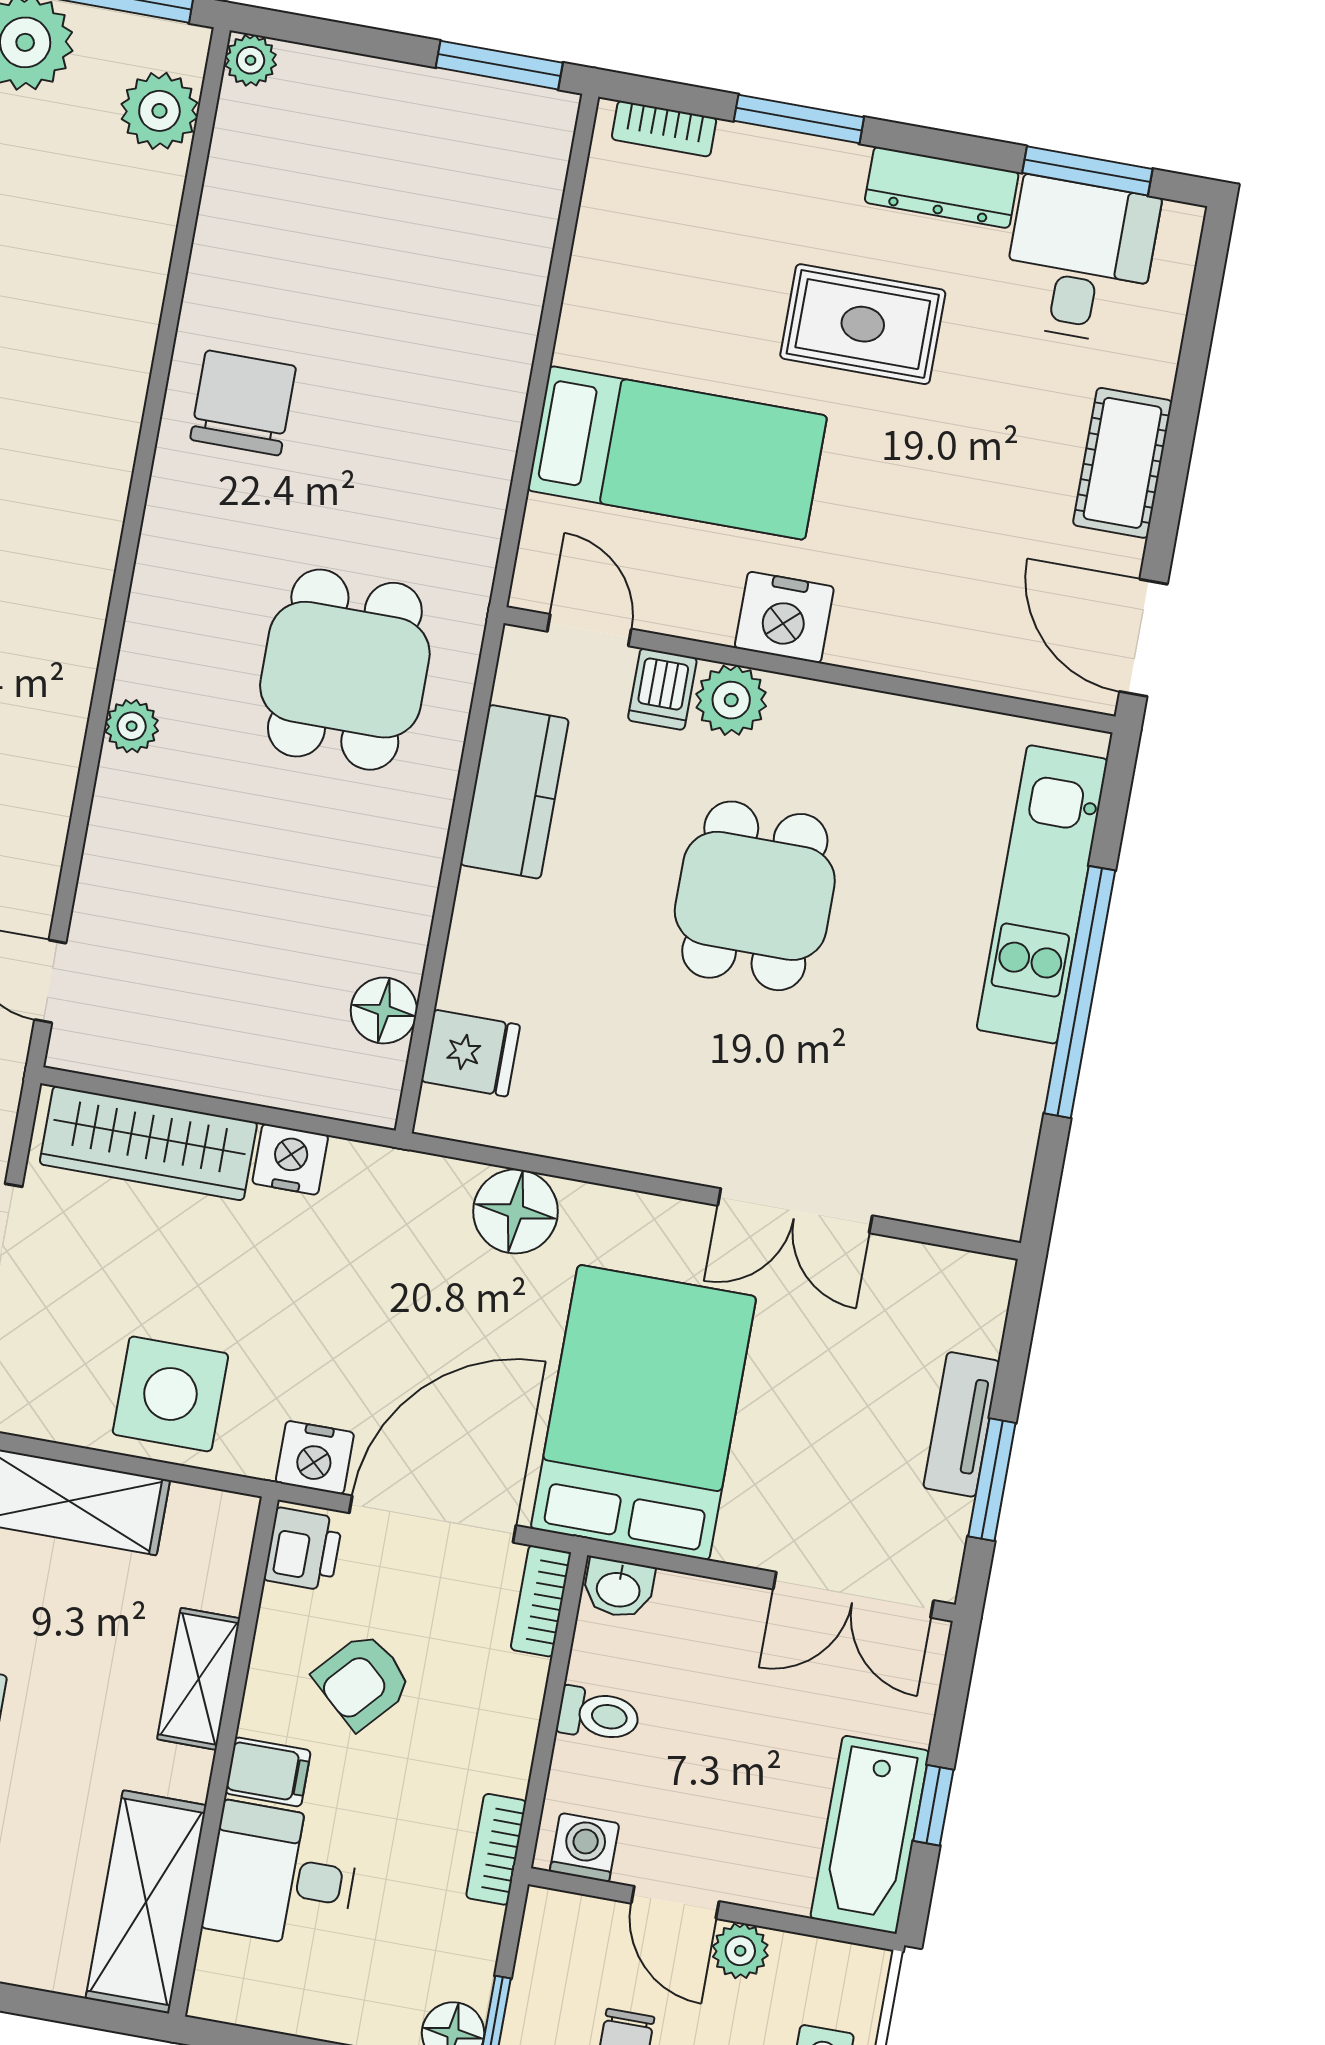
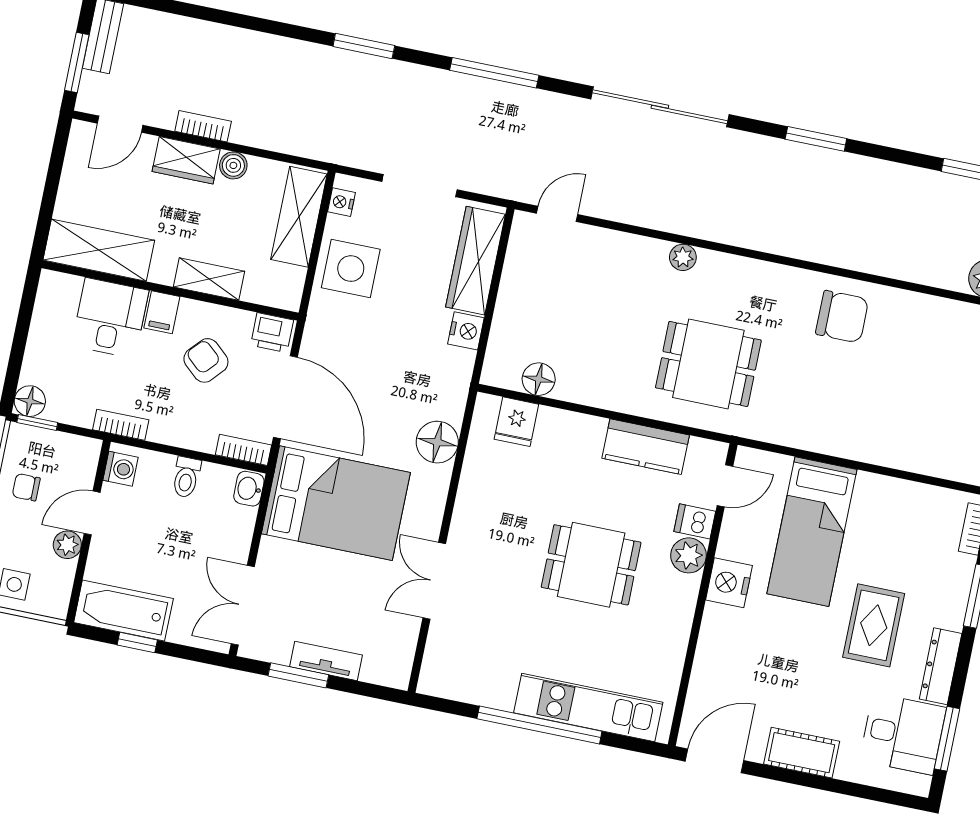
nightstand: (315, 1458) -> (341, 202), moved, width x0.72, depth x0.74

